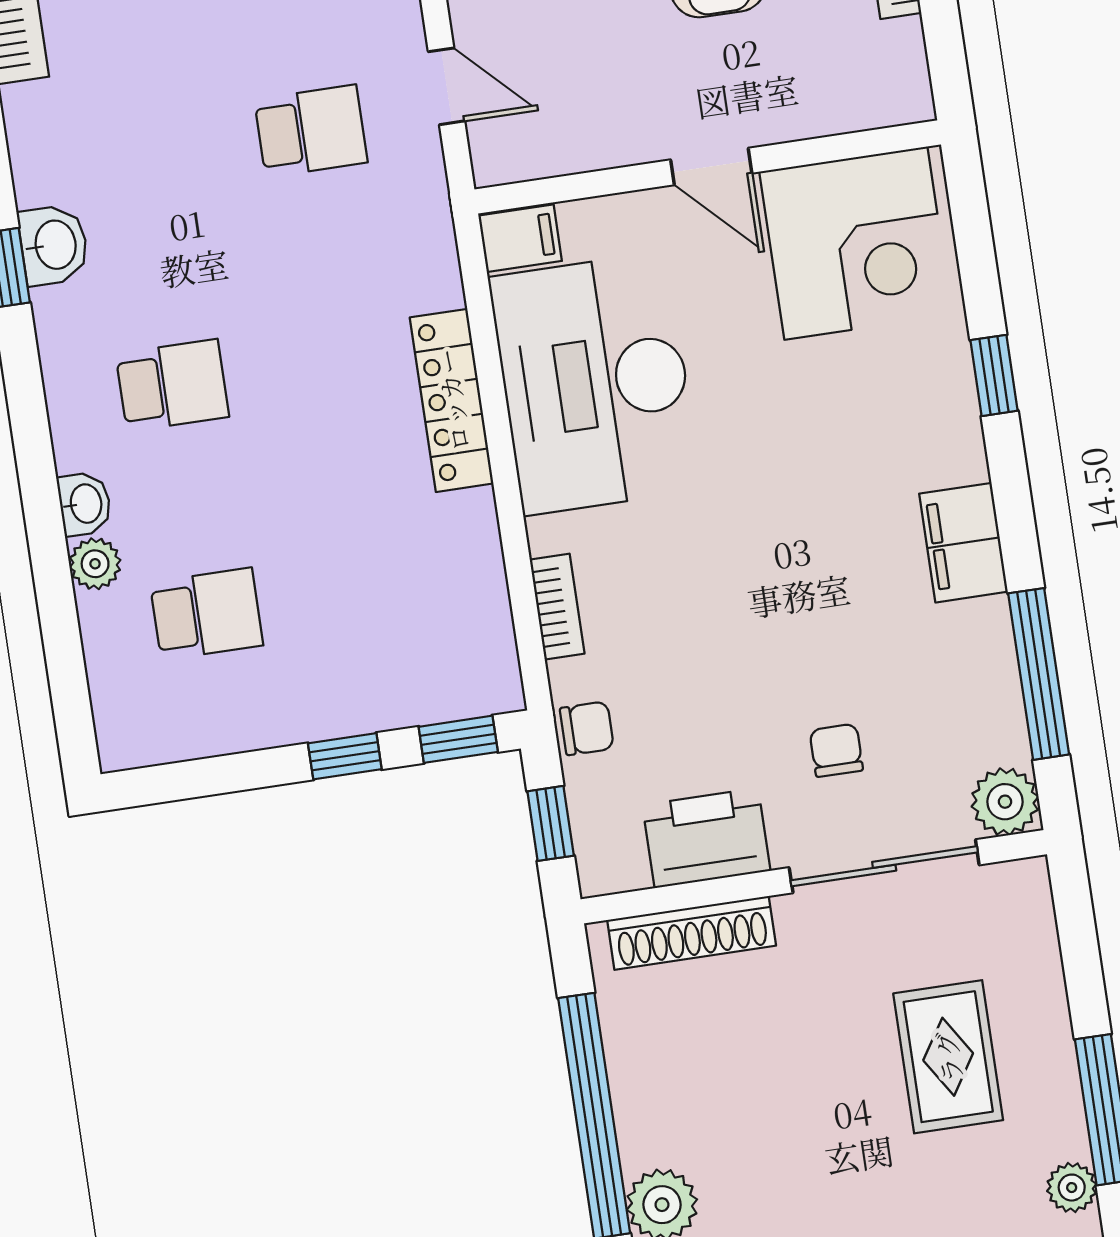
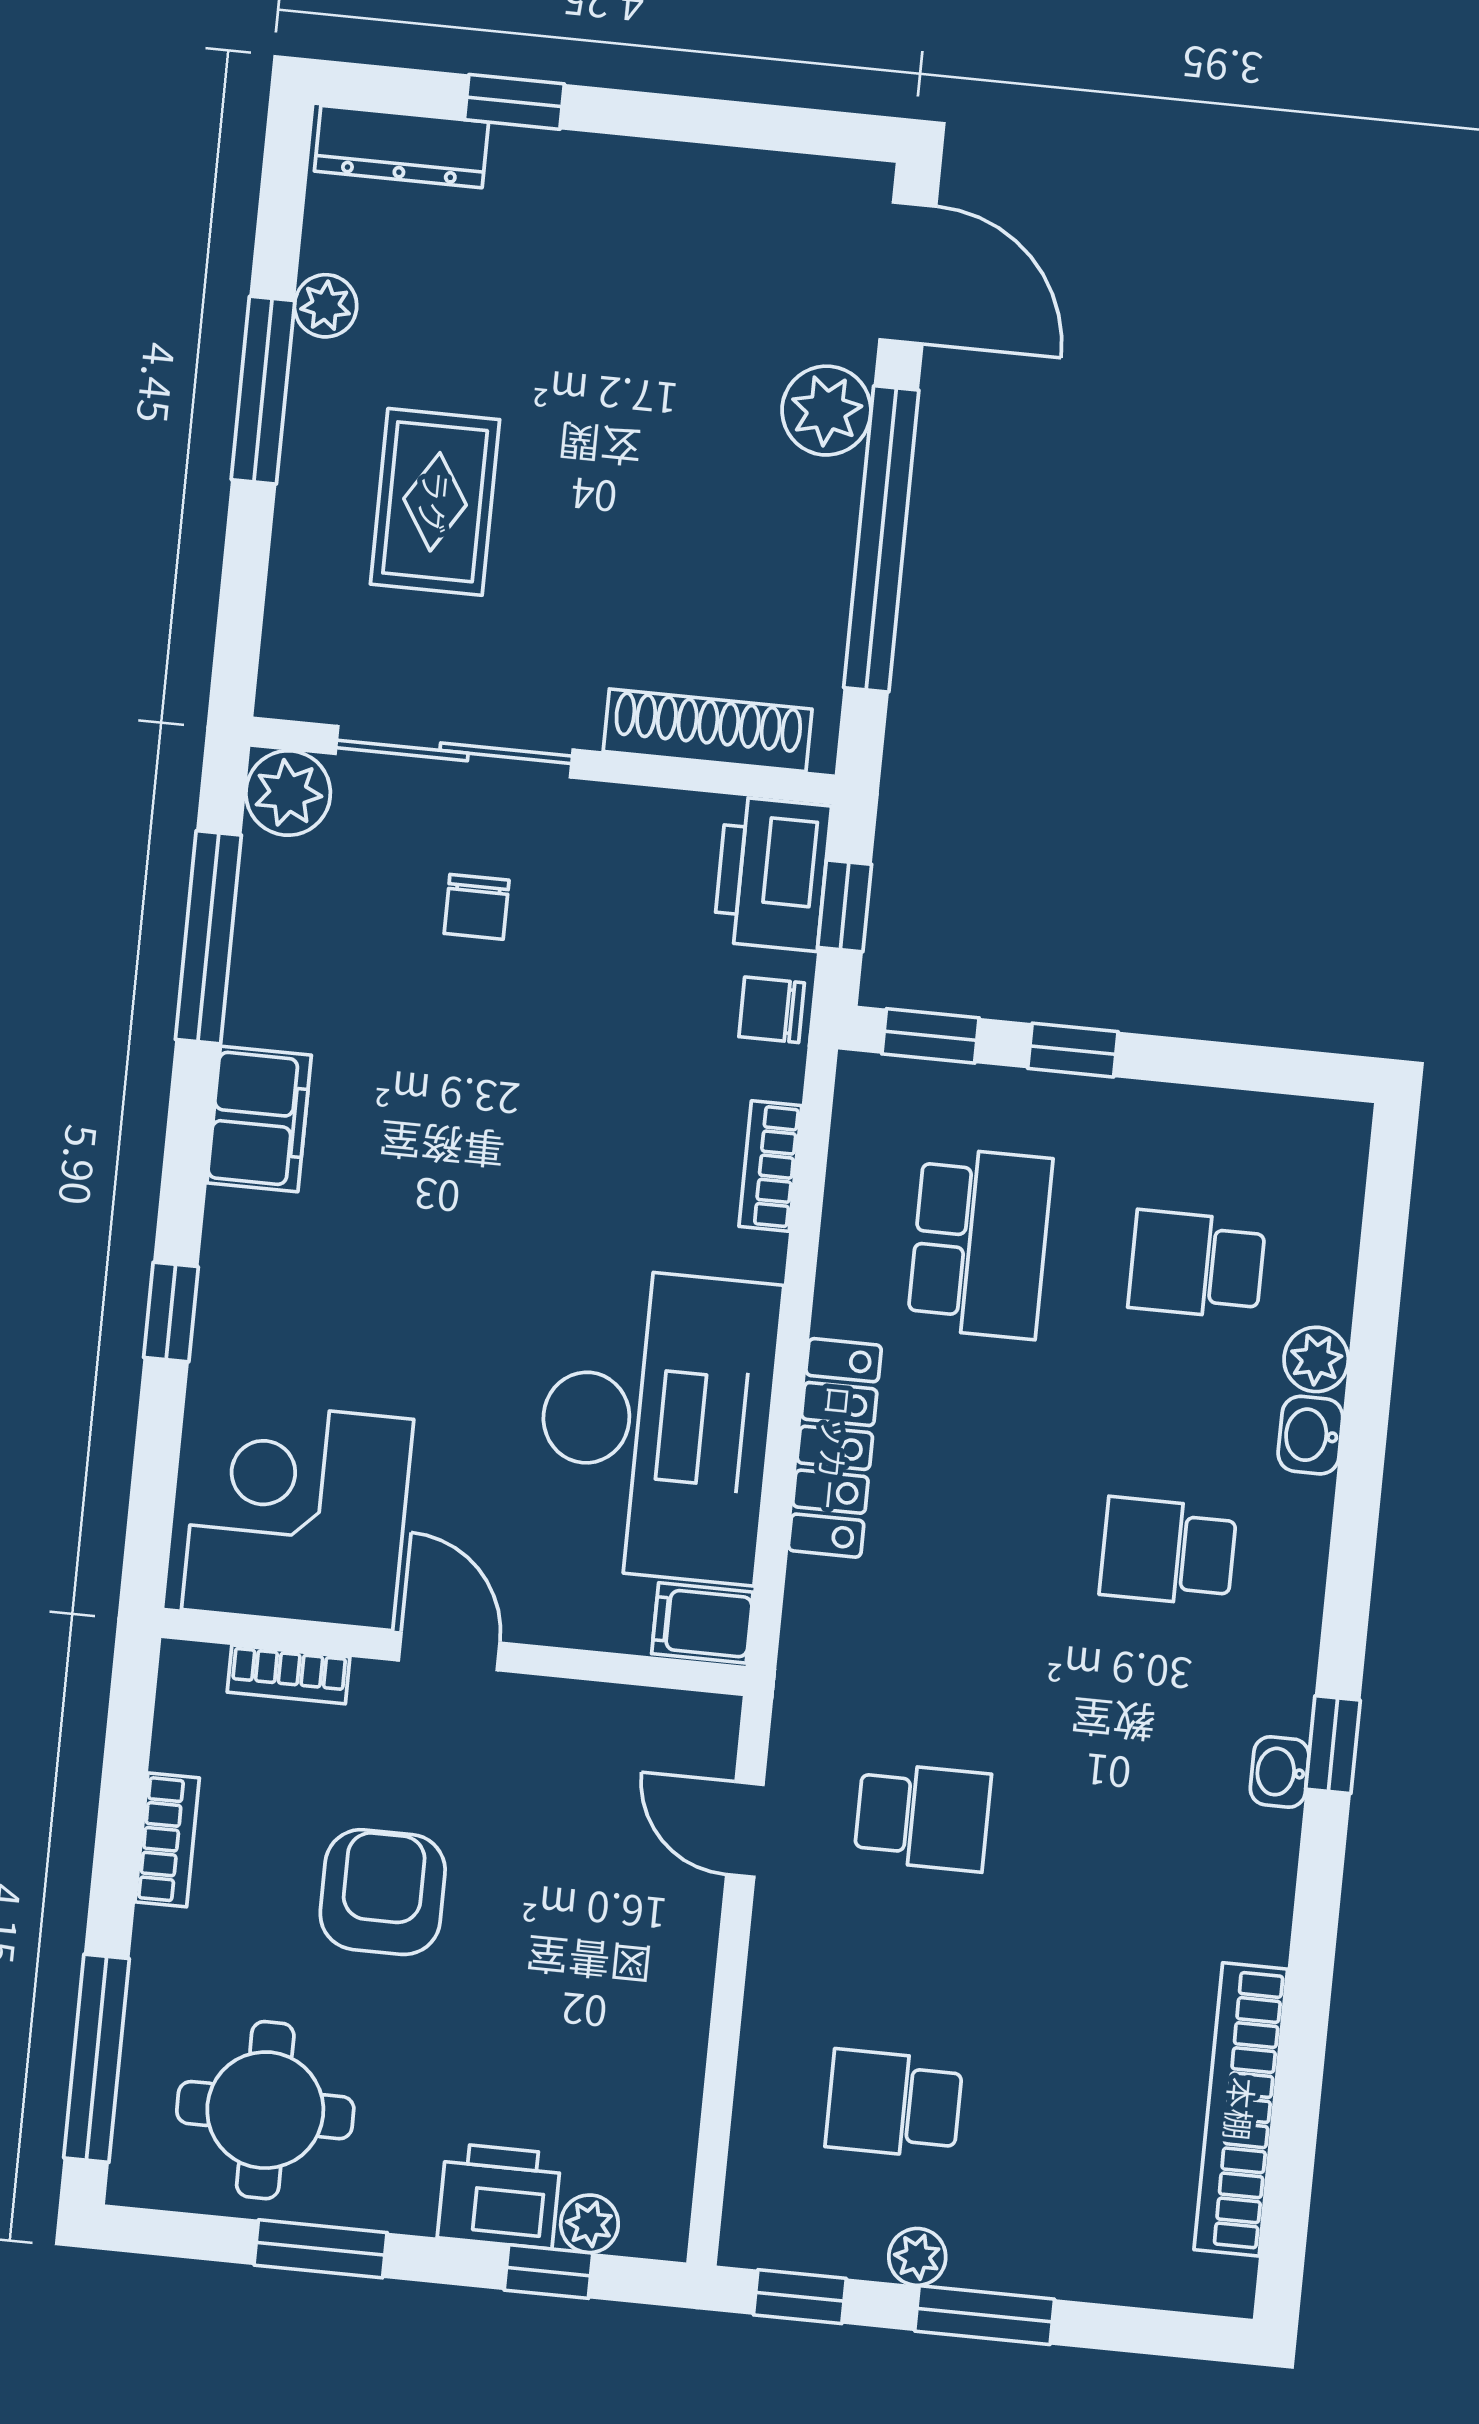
bookcase: (831, 117) -> (289, 1674), added
school desk: (311, 131) -> (923, 1817), turned 180
washbasin: (54, 245) -> (1280, 1772), width x0.72, depth x0.69
school desk: (379, 588) -> (980, 1243), added
printer: (706, 838) -> (772, 874), moved, turned 90

